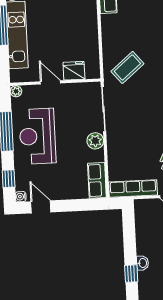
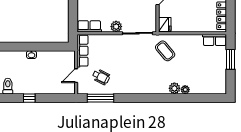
fridge: (74, 71) -> (165, 24), moved
window: (131, 274) -> (25, 47), removed

